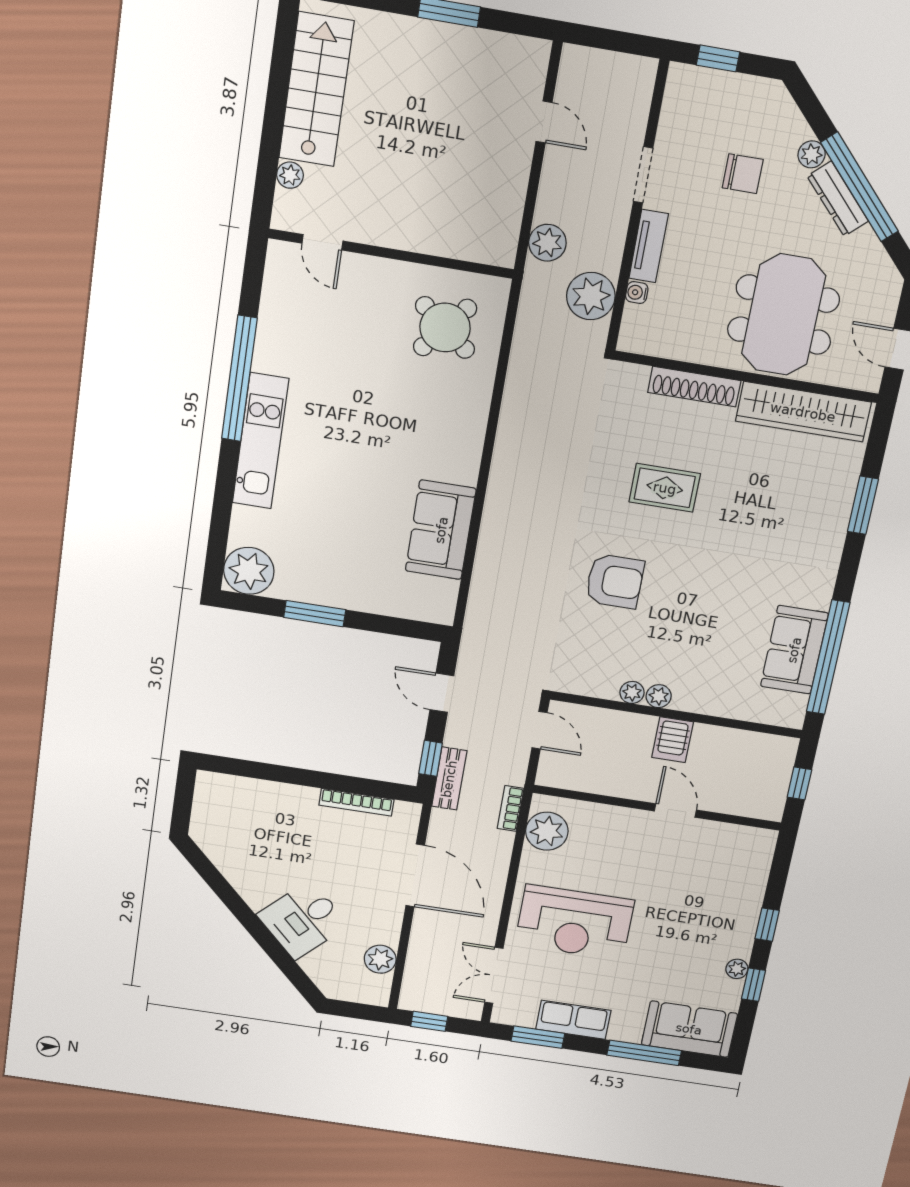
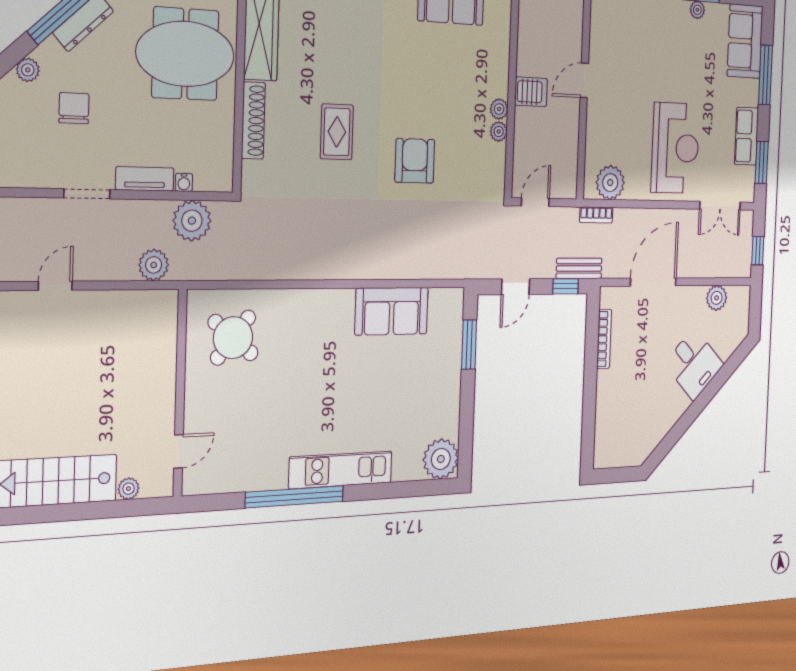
plant: (812, 154) -> (28, 70), moved
window: (315, 614) -> (469, 345), moved

